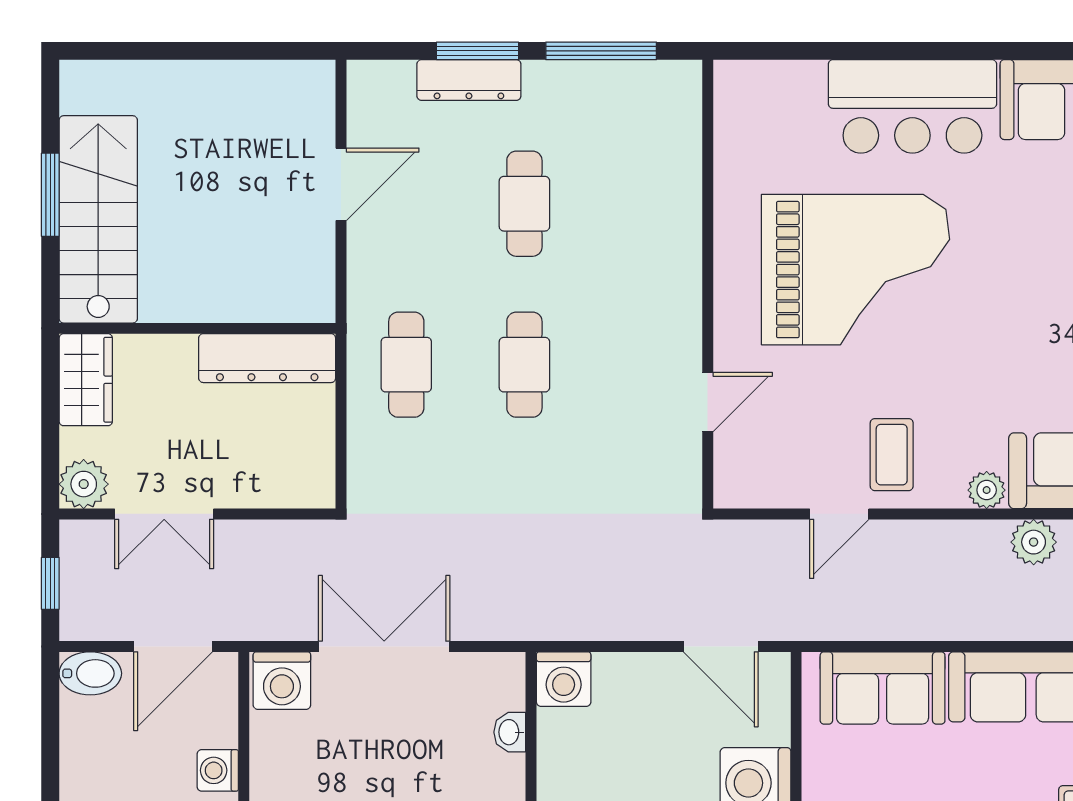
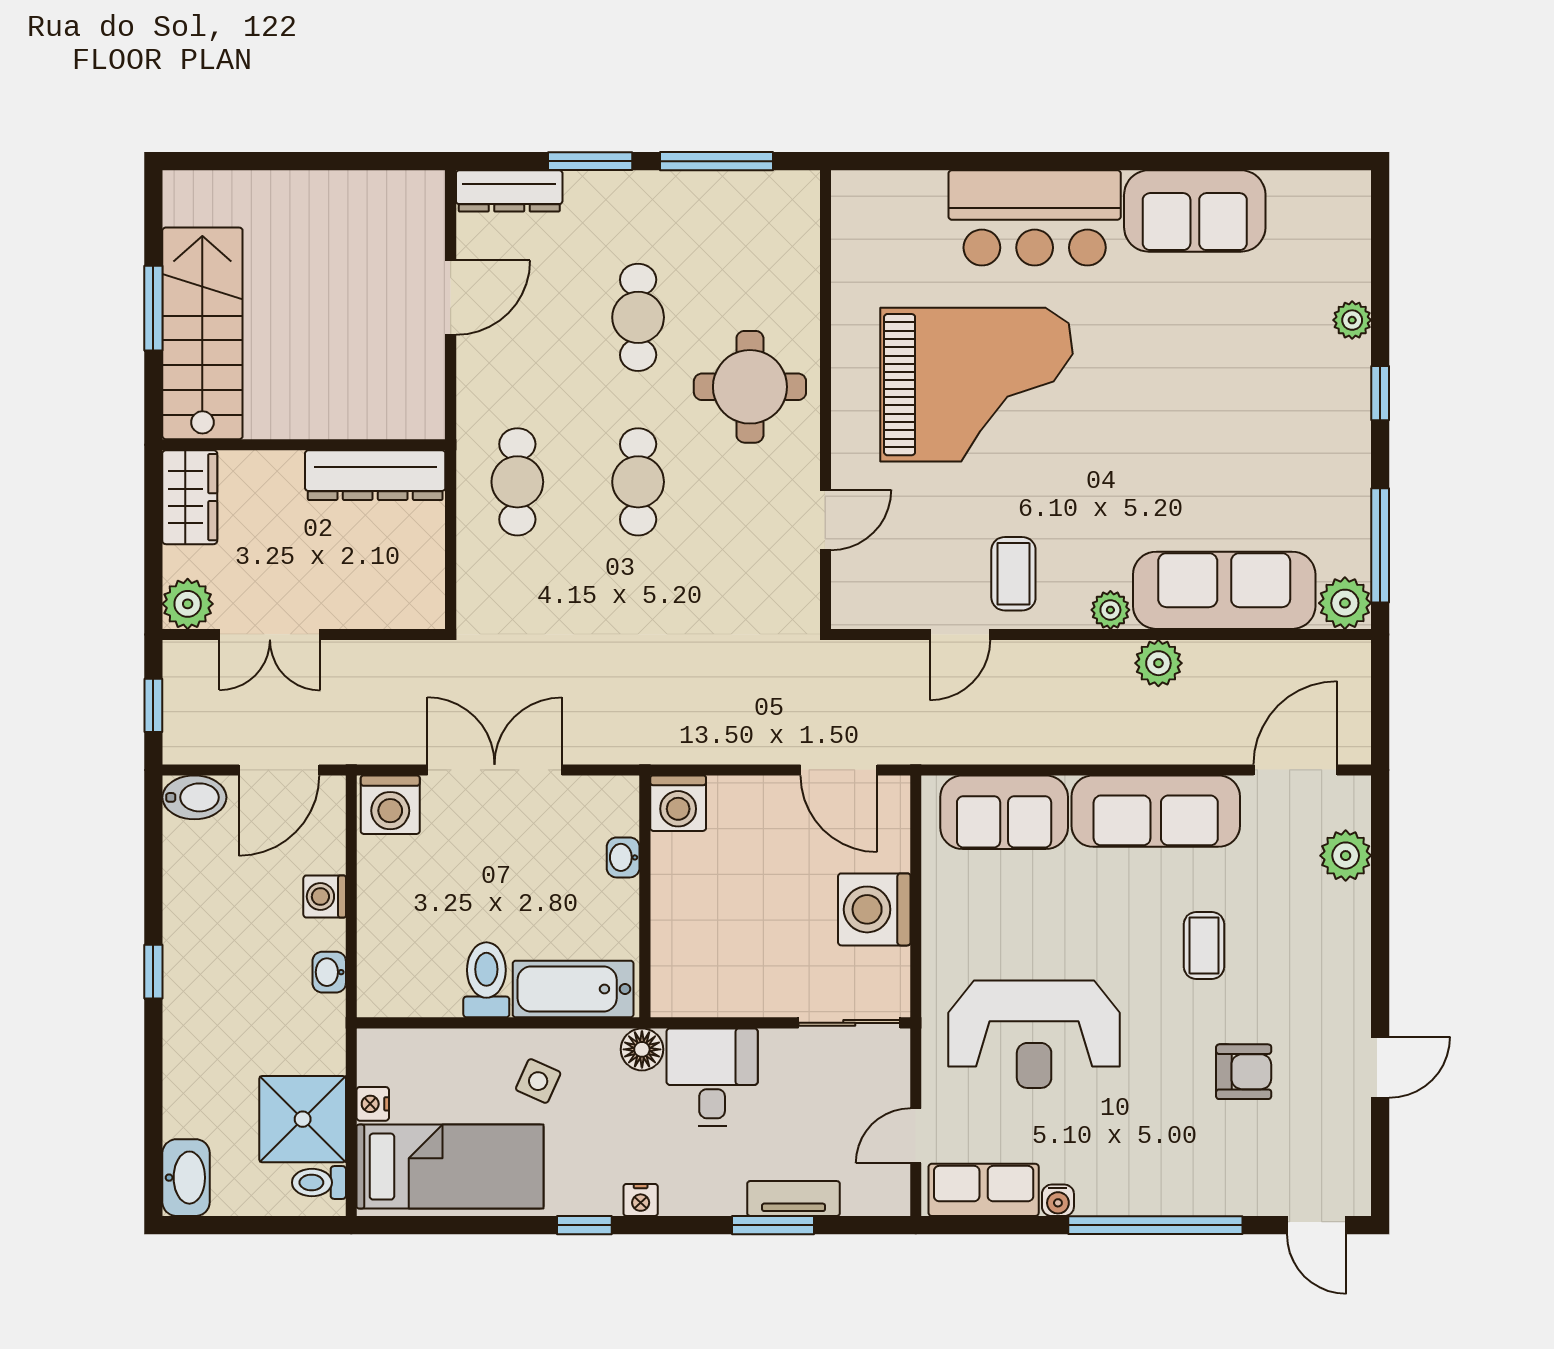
dresser: (469, 80) -> (509, 191), moved
round table: (634, 272) -> (750, 387), added

